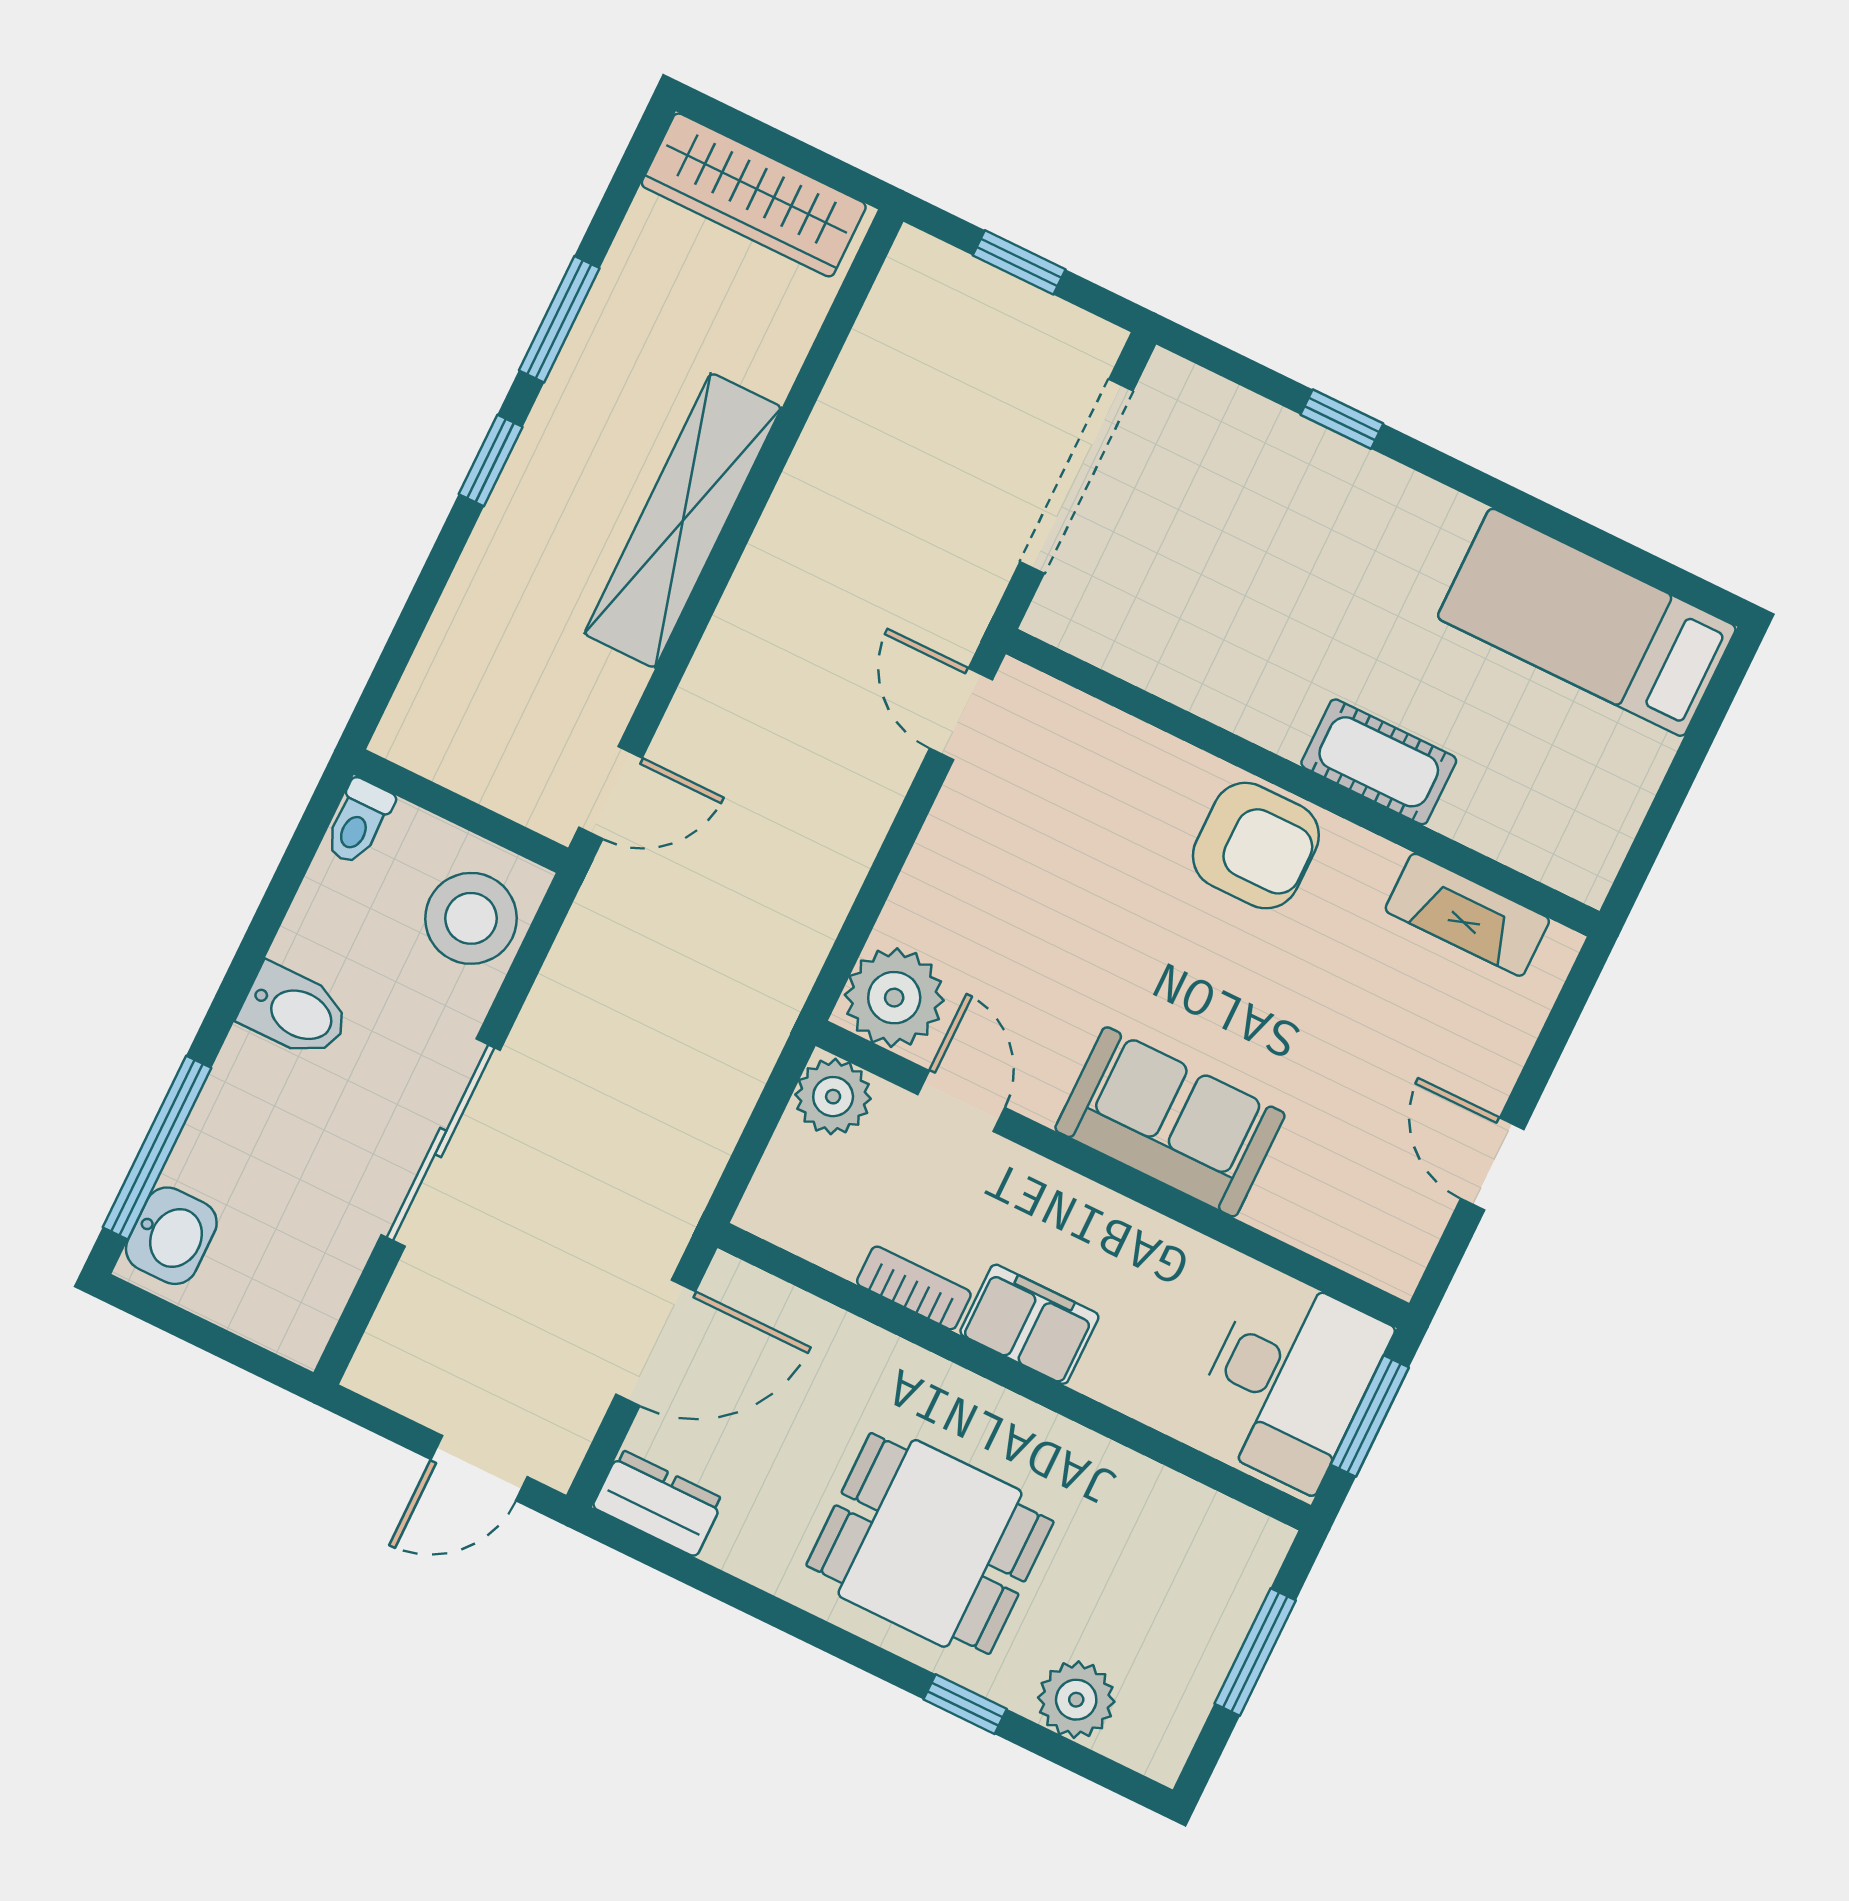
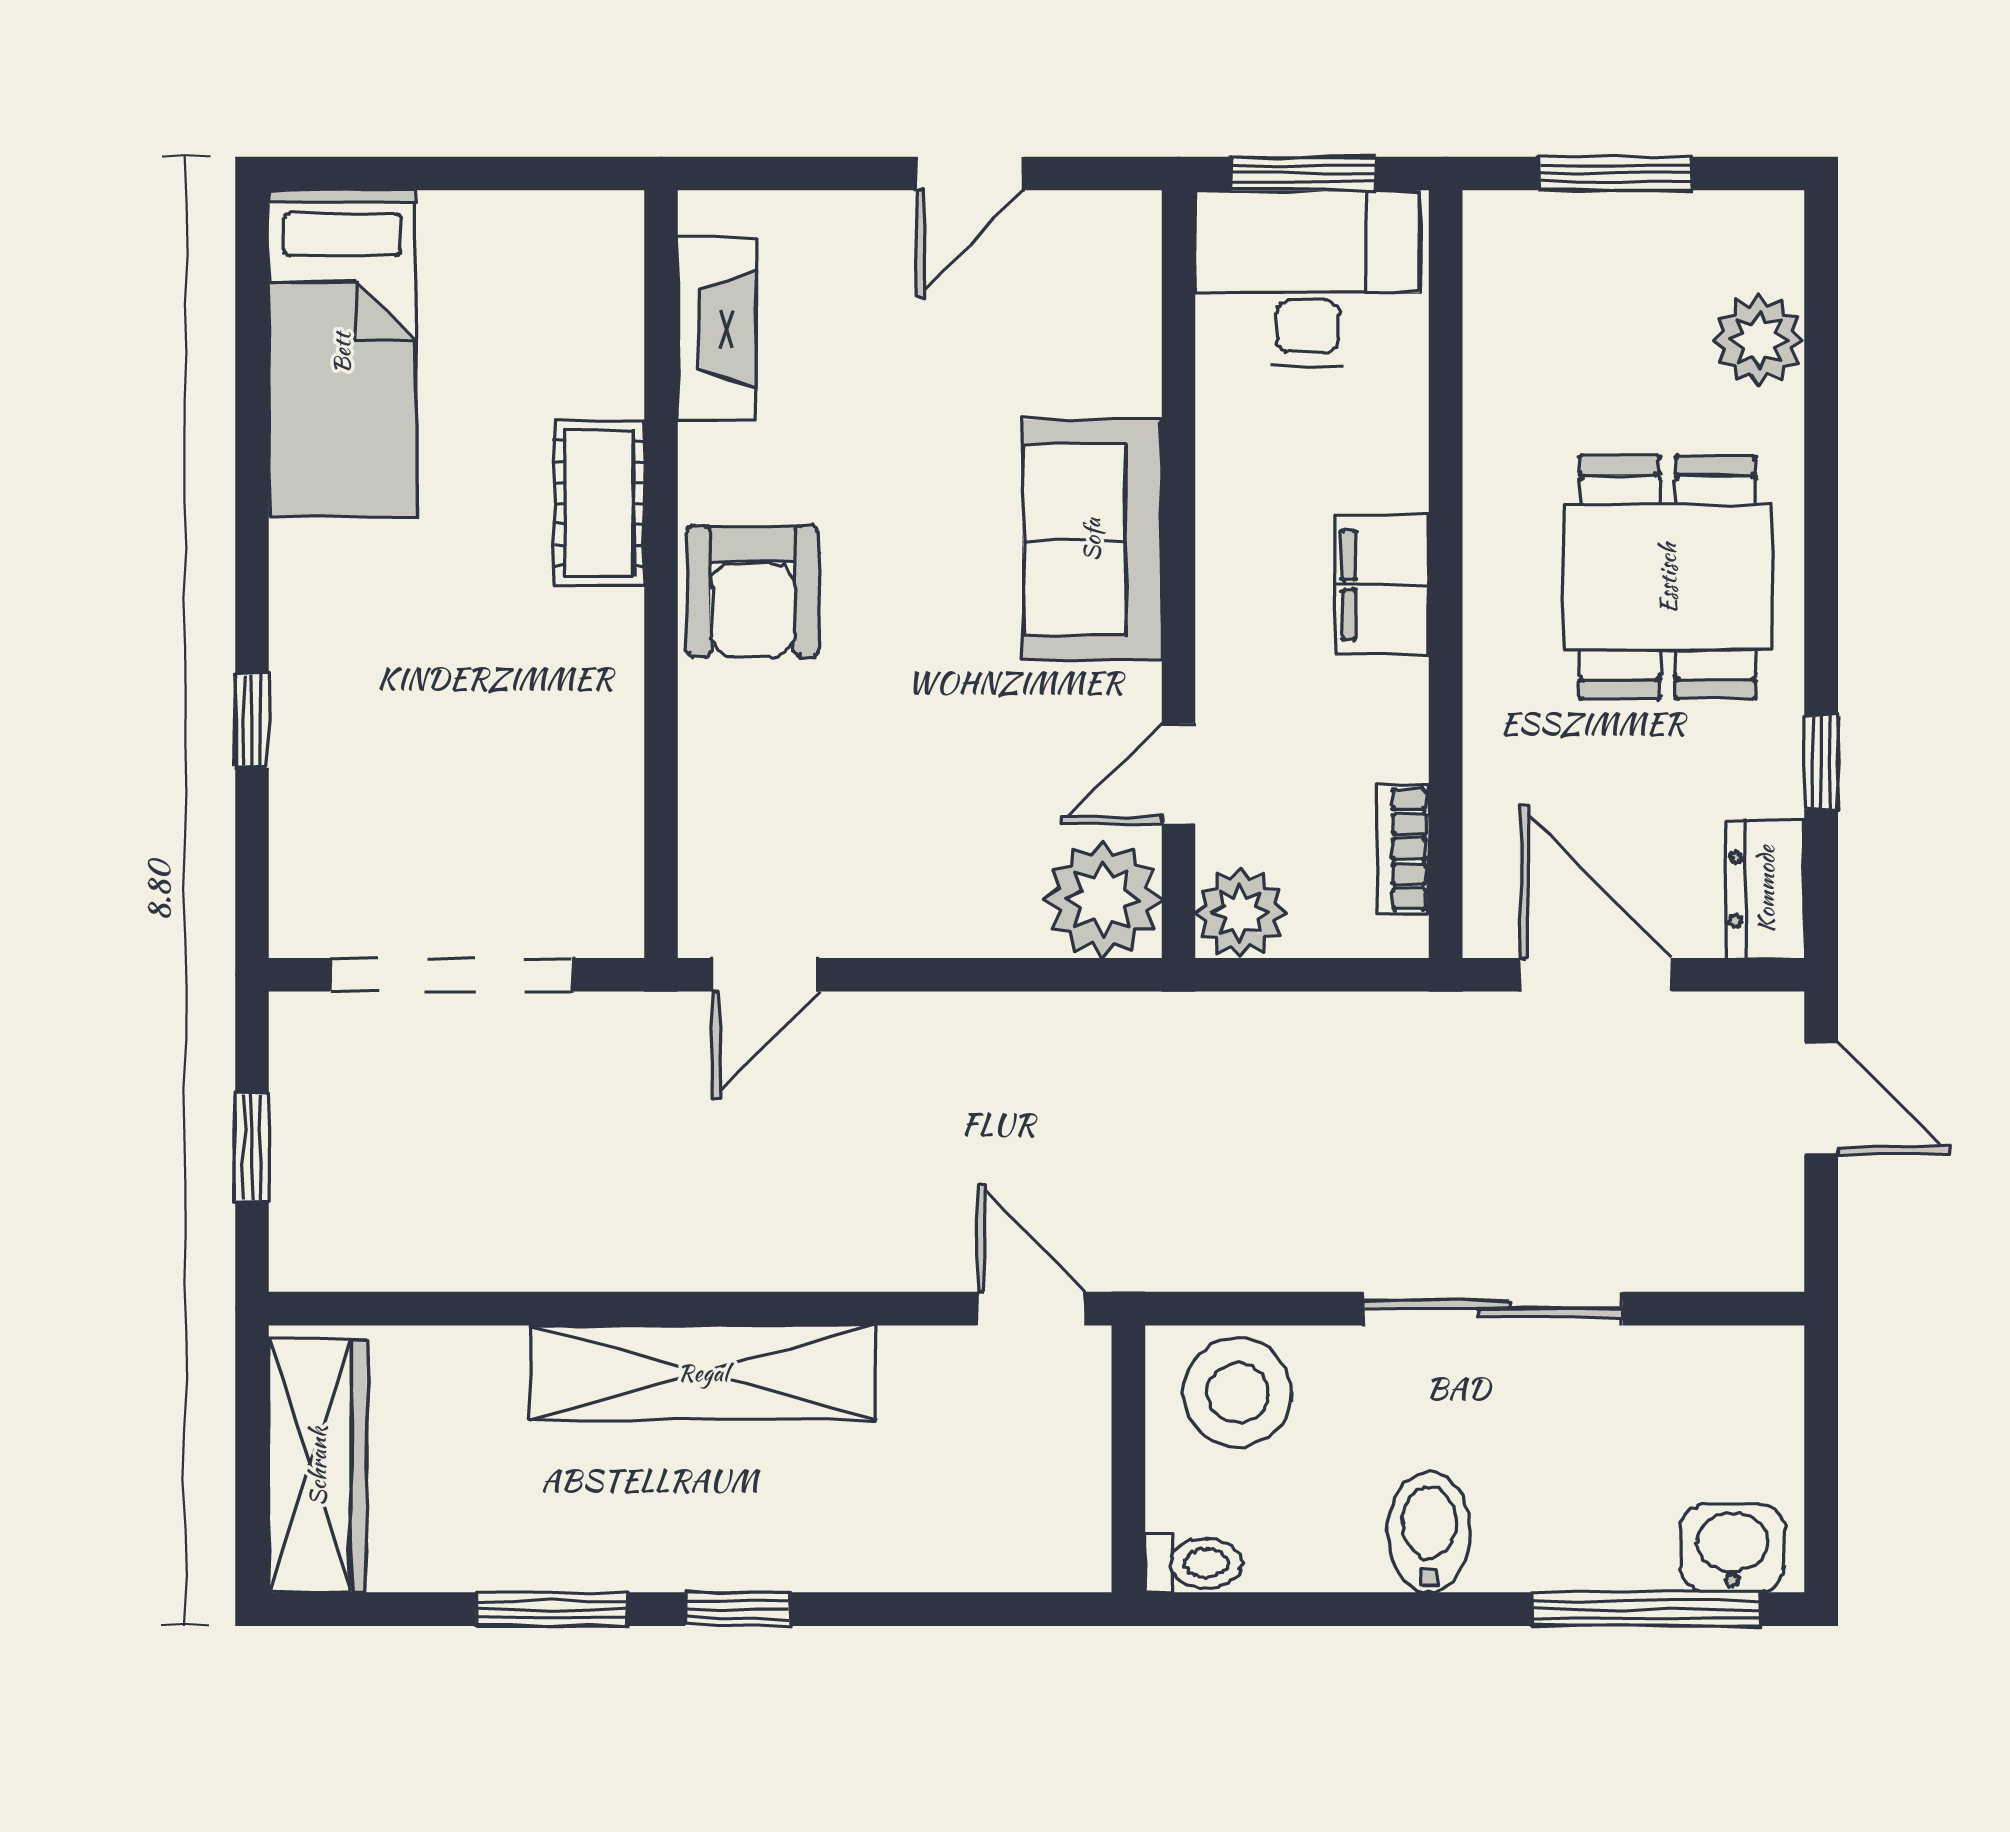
armchair: (1256, 846) -> (753, 591), turned 180
bookcase: (914, 1288) -> (1403, 849), moved
window: (965, 1704) -> (1821, 762), moved

